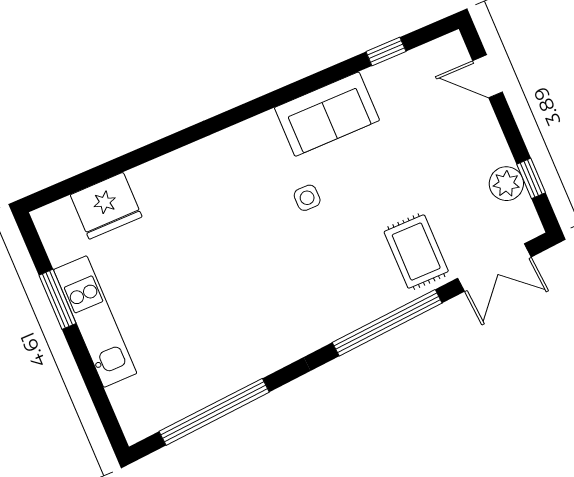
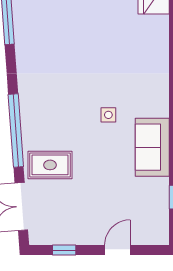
door: (488, 76) -> (117, 250), moved
plant: (506, 184) -> (67, 234), removed

